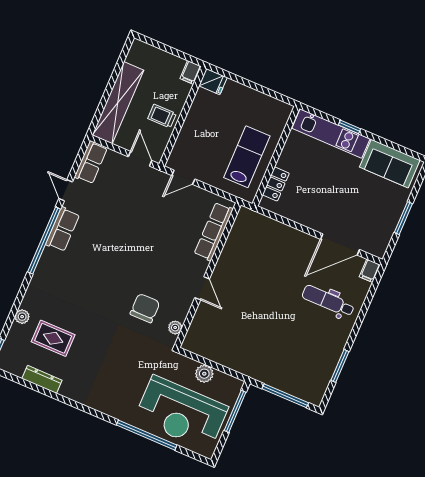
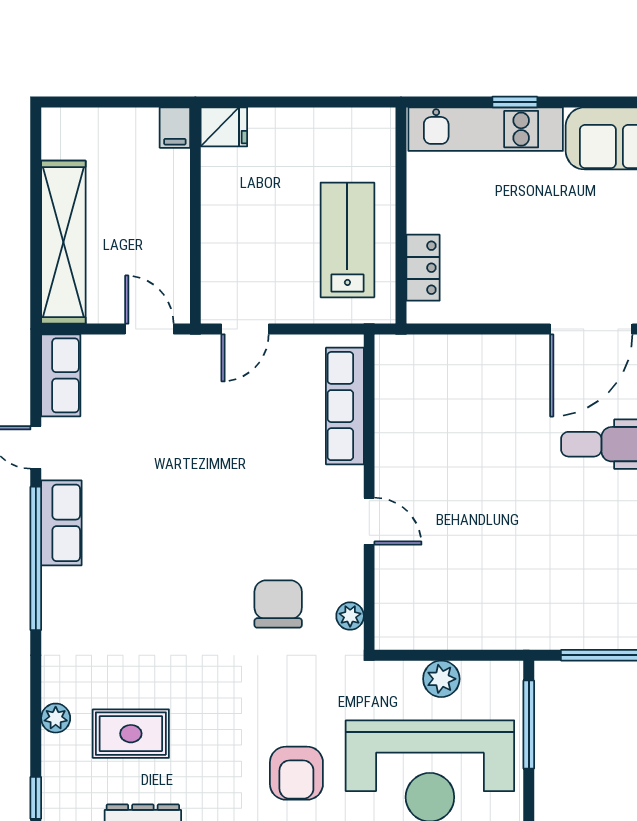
trolley: (162, 116) -> (156, 232), removed
armchair: (120, 388) -> (296, 773), added

